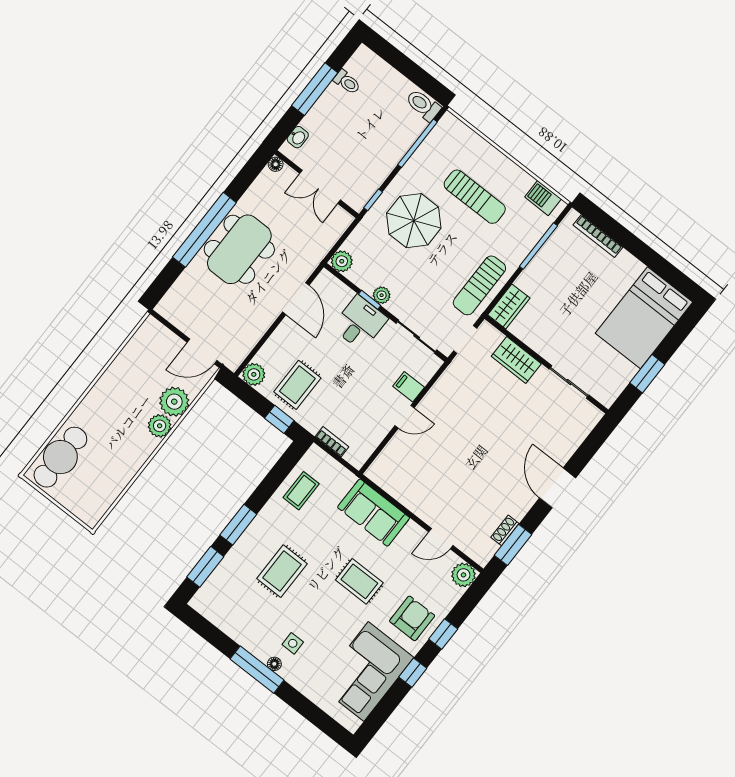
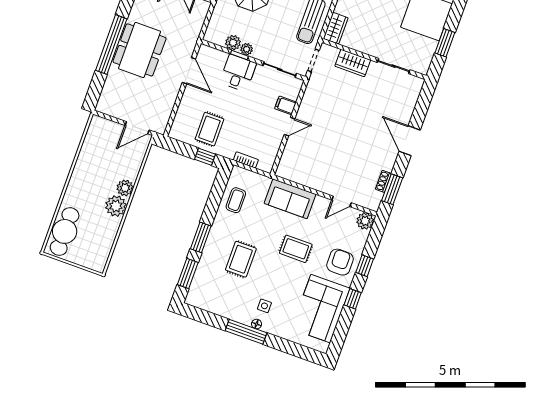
plant: (342, 261) -> (233, 43), moved
plant: (254, 374) -> (177, 132), removed
plant: (174, 402) -> (116, 206), moved

